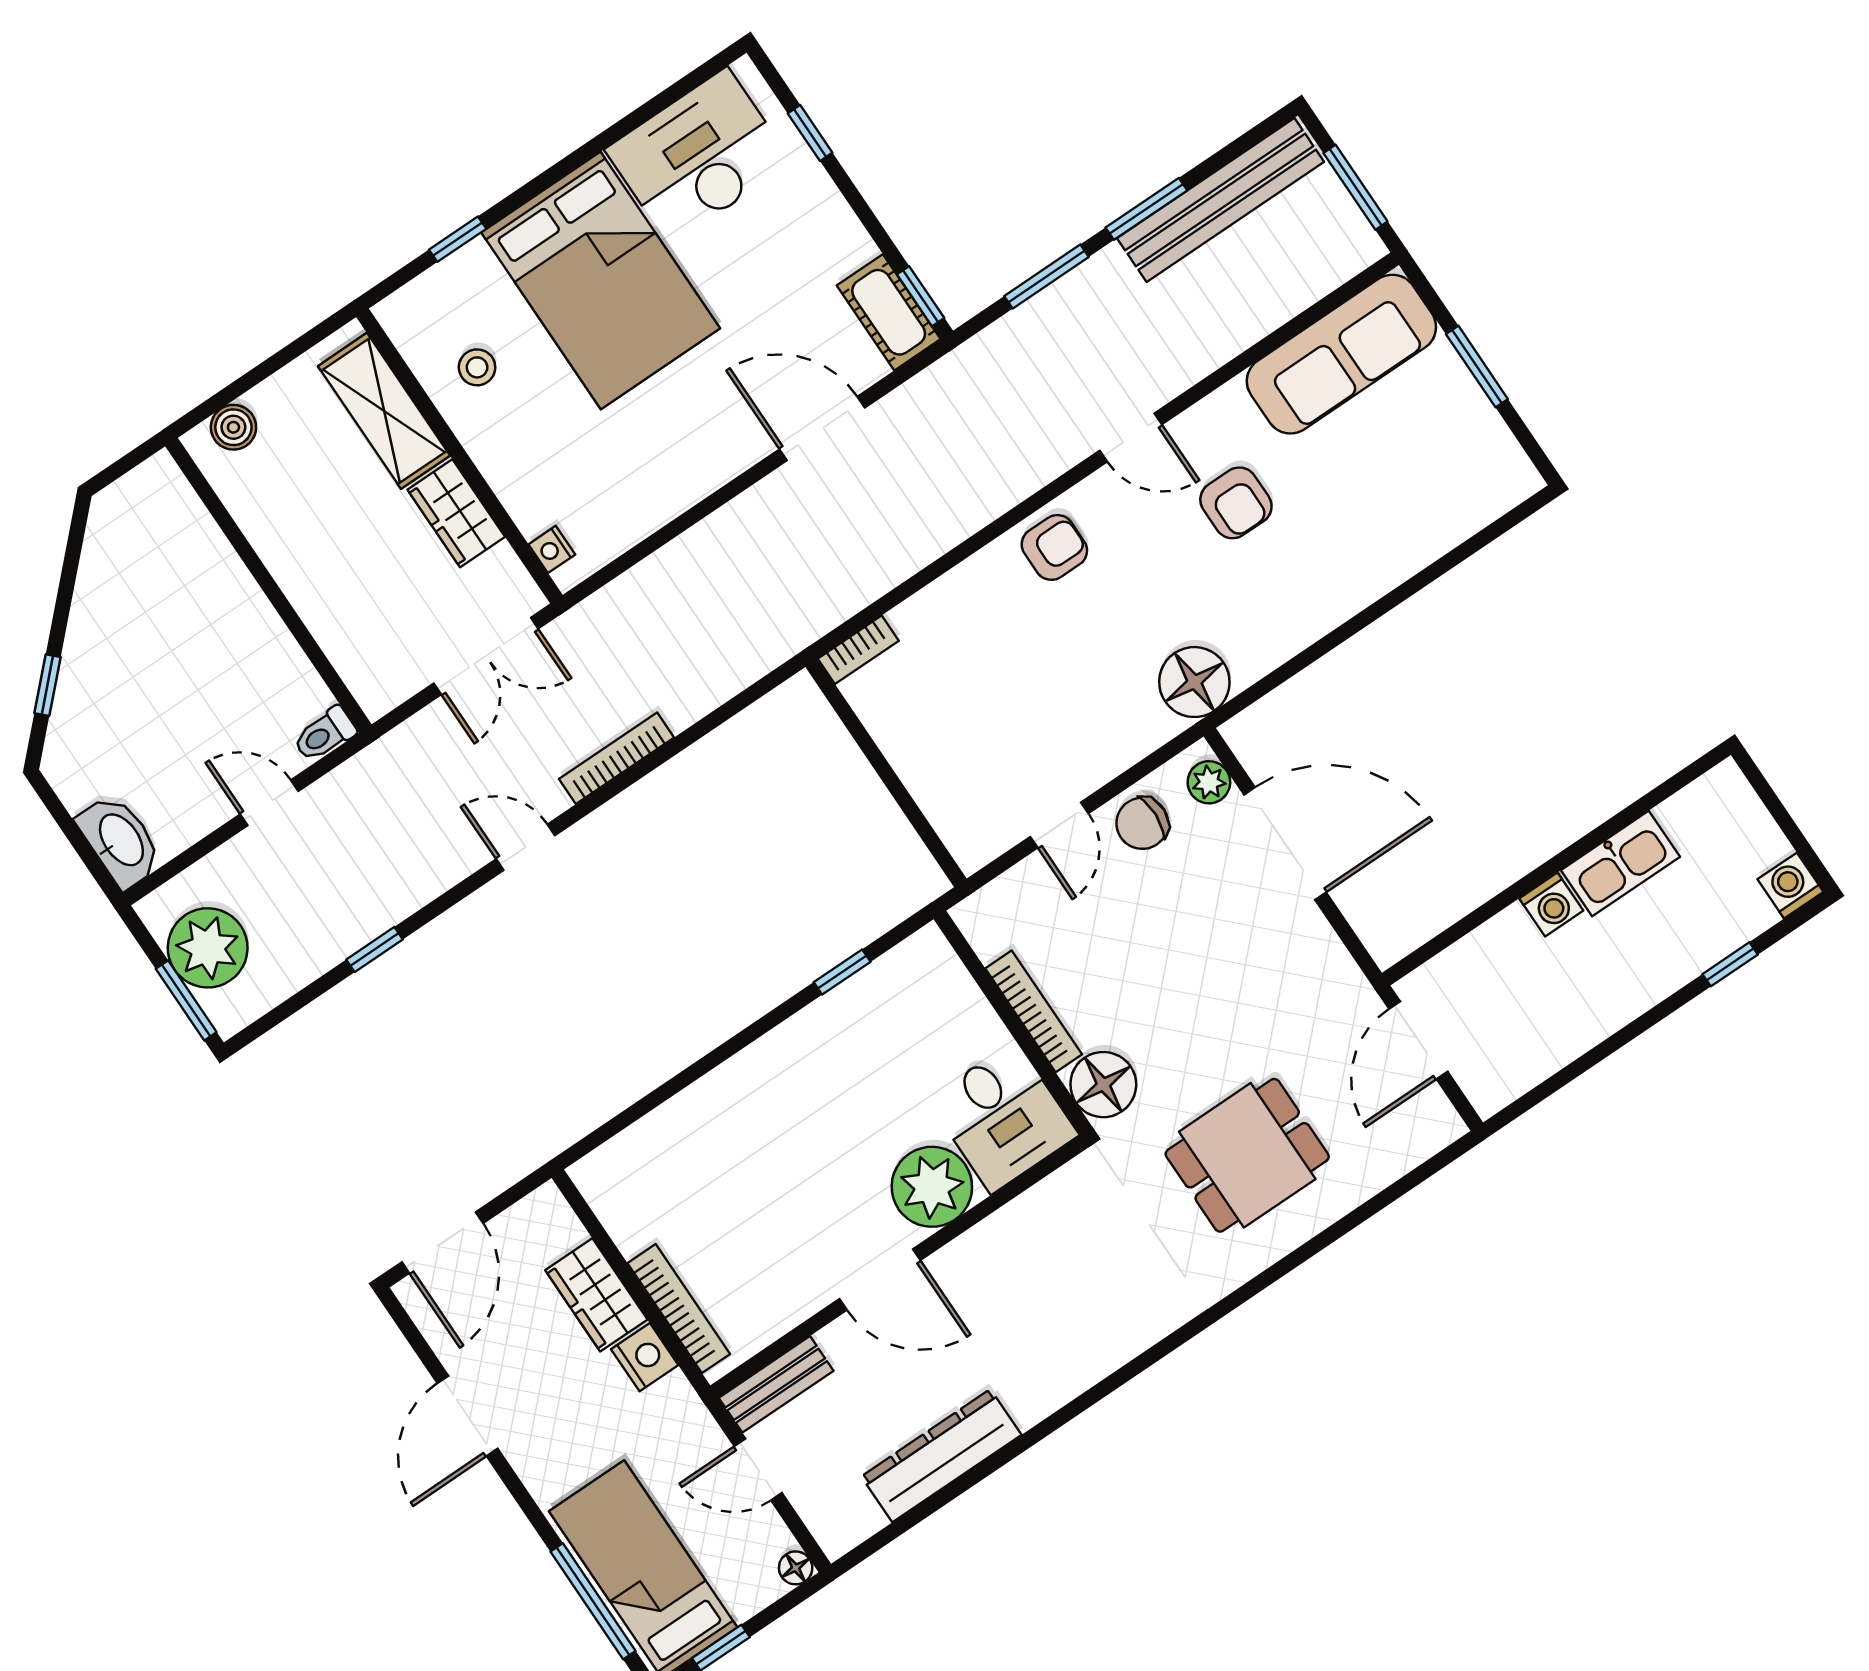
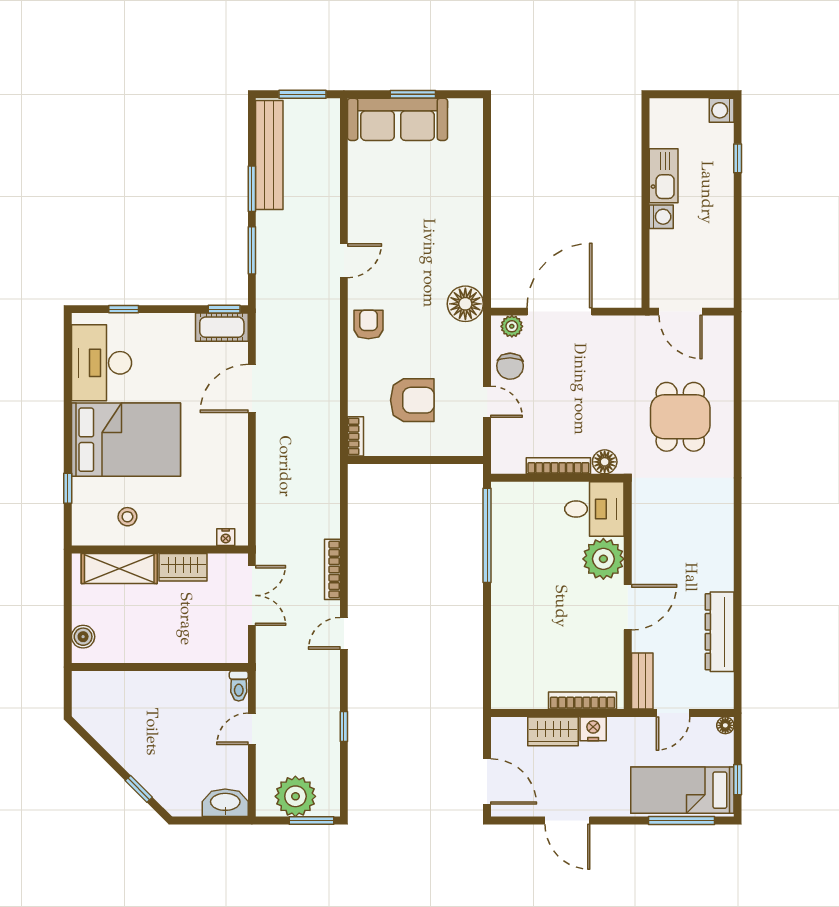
sofa: (1341, 354) -> (398, 119), moved, turned 90
armchair: (1236, 503) -> (412, 400), moved, width x1.38, depth x1.38
window: (842, 972) -> (487, 535), width x3.17
floor lamp: (1103, 1085) -> (605, 462), width x0.73, depth x0.73

